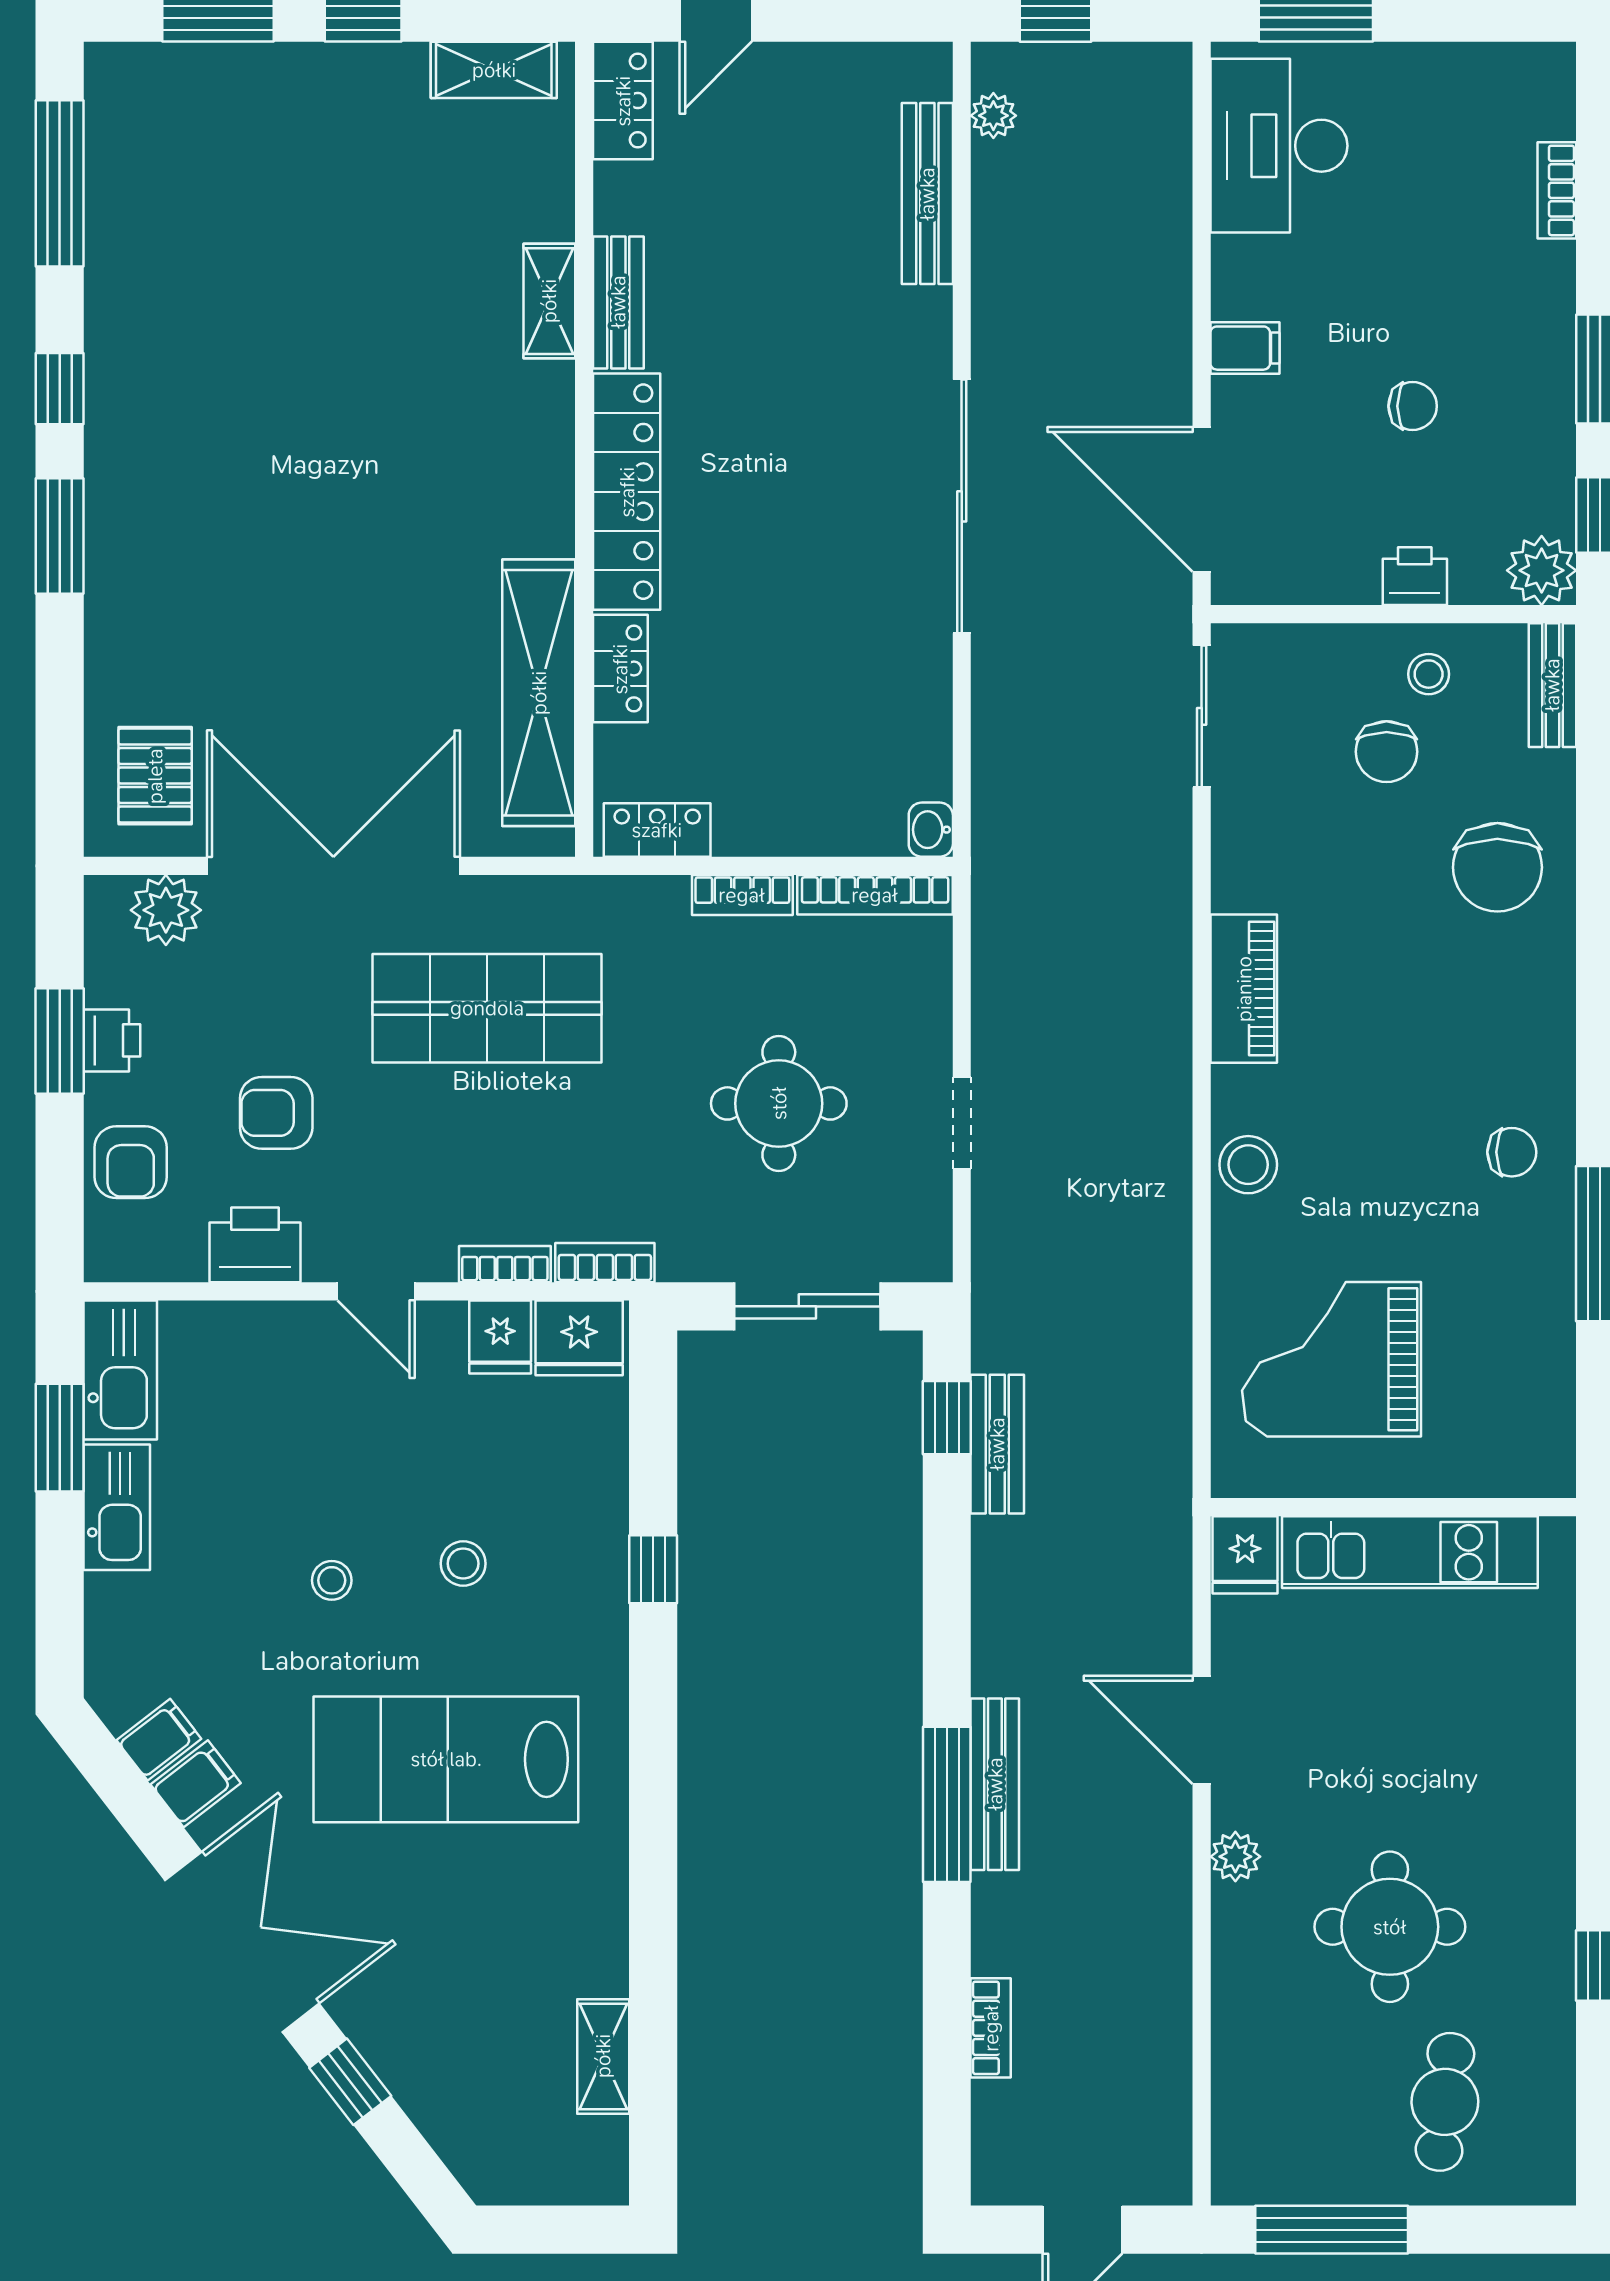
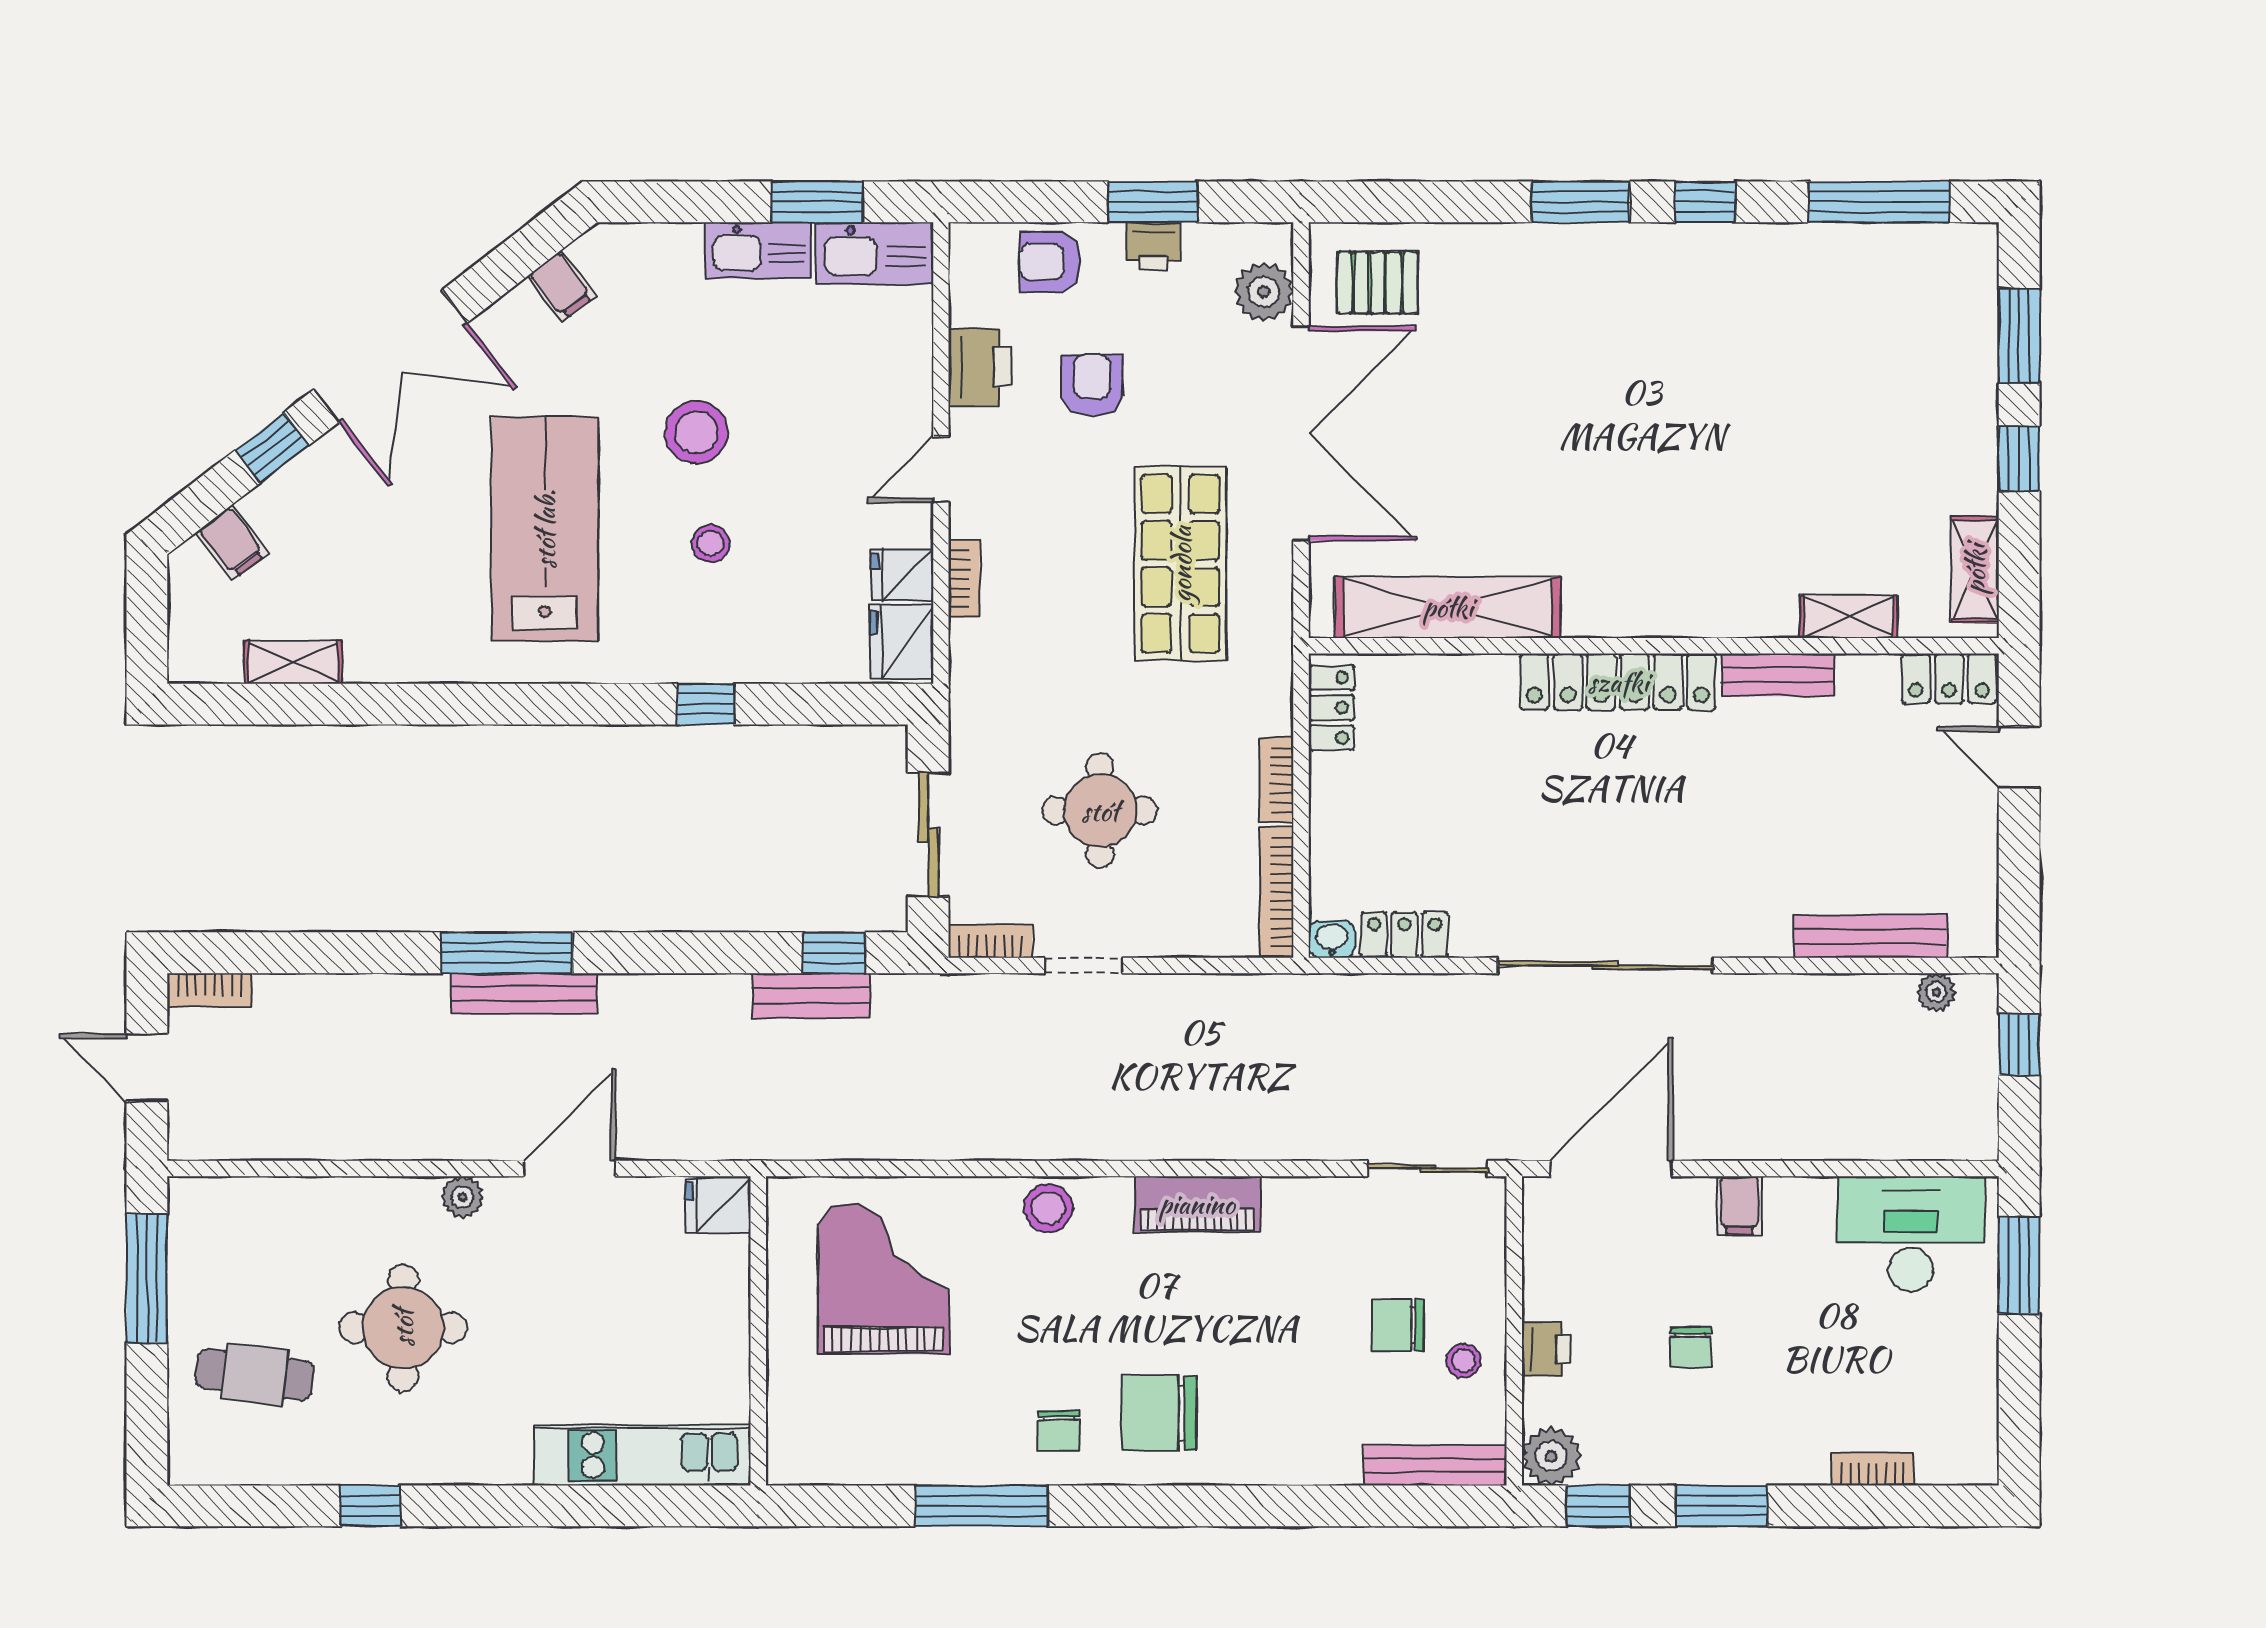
shelving: (549, 301) -> (1849, 616), moved
locker: (620, 669) -> (1404, 935), moved, turned 180
bench: (1552, 685) -> (1435, 1466), width x1.36
chair: (1497, 867) -> (1159, 1413), moved
bookcase: (605, 1263) -> (990, 941), moved, turned -90
kitchen unit: (1410, 1552) -> (642, 1455), moved, turned 90
stool: (332, 1580) -> (696, 432), width x1.89, depth x1.89
filing cabinet: (196, 1784) -> (232, 543), moved
bookcase: (991, 2028) -> (209, 990), moved

